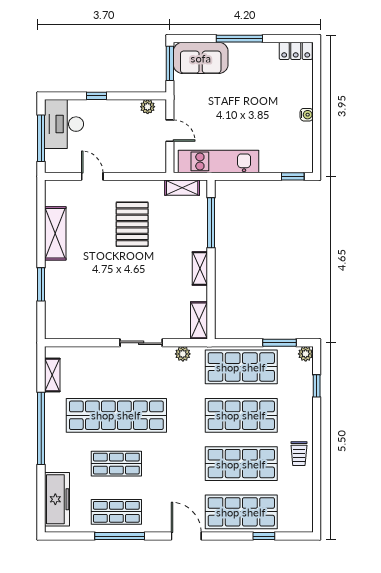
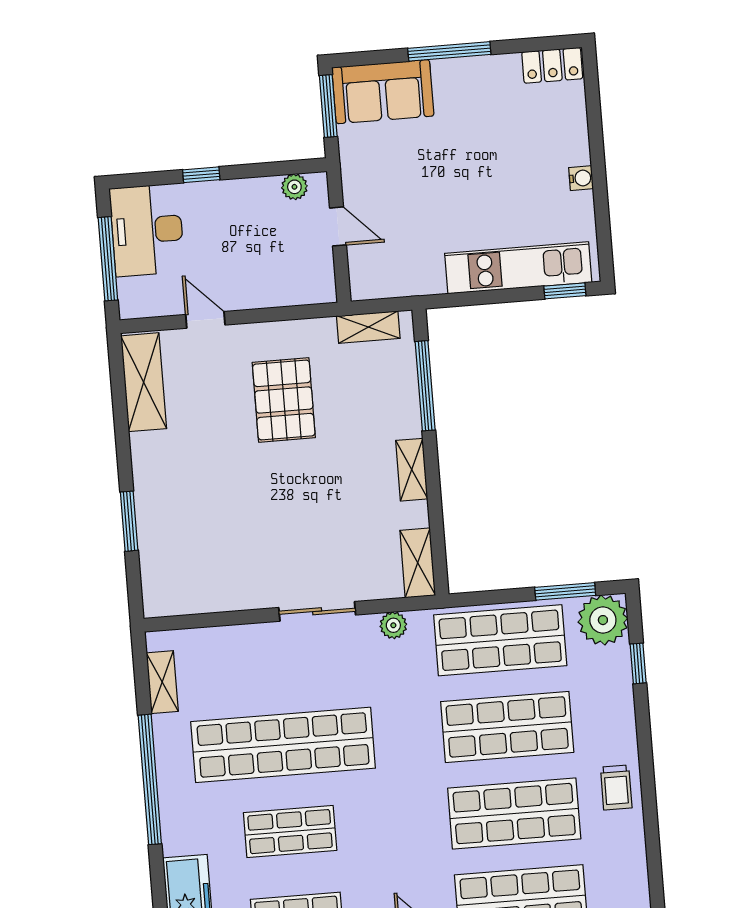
kitchen unit: (218, 161) -> (518, 268), moved
shelving: (55, 233) -> (144, 382), moved
plant: (306, 354) -> (603, 620), width x1.88, depth x1.88

